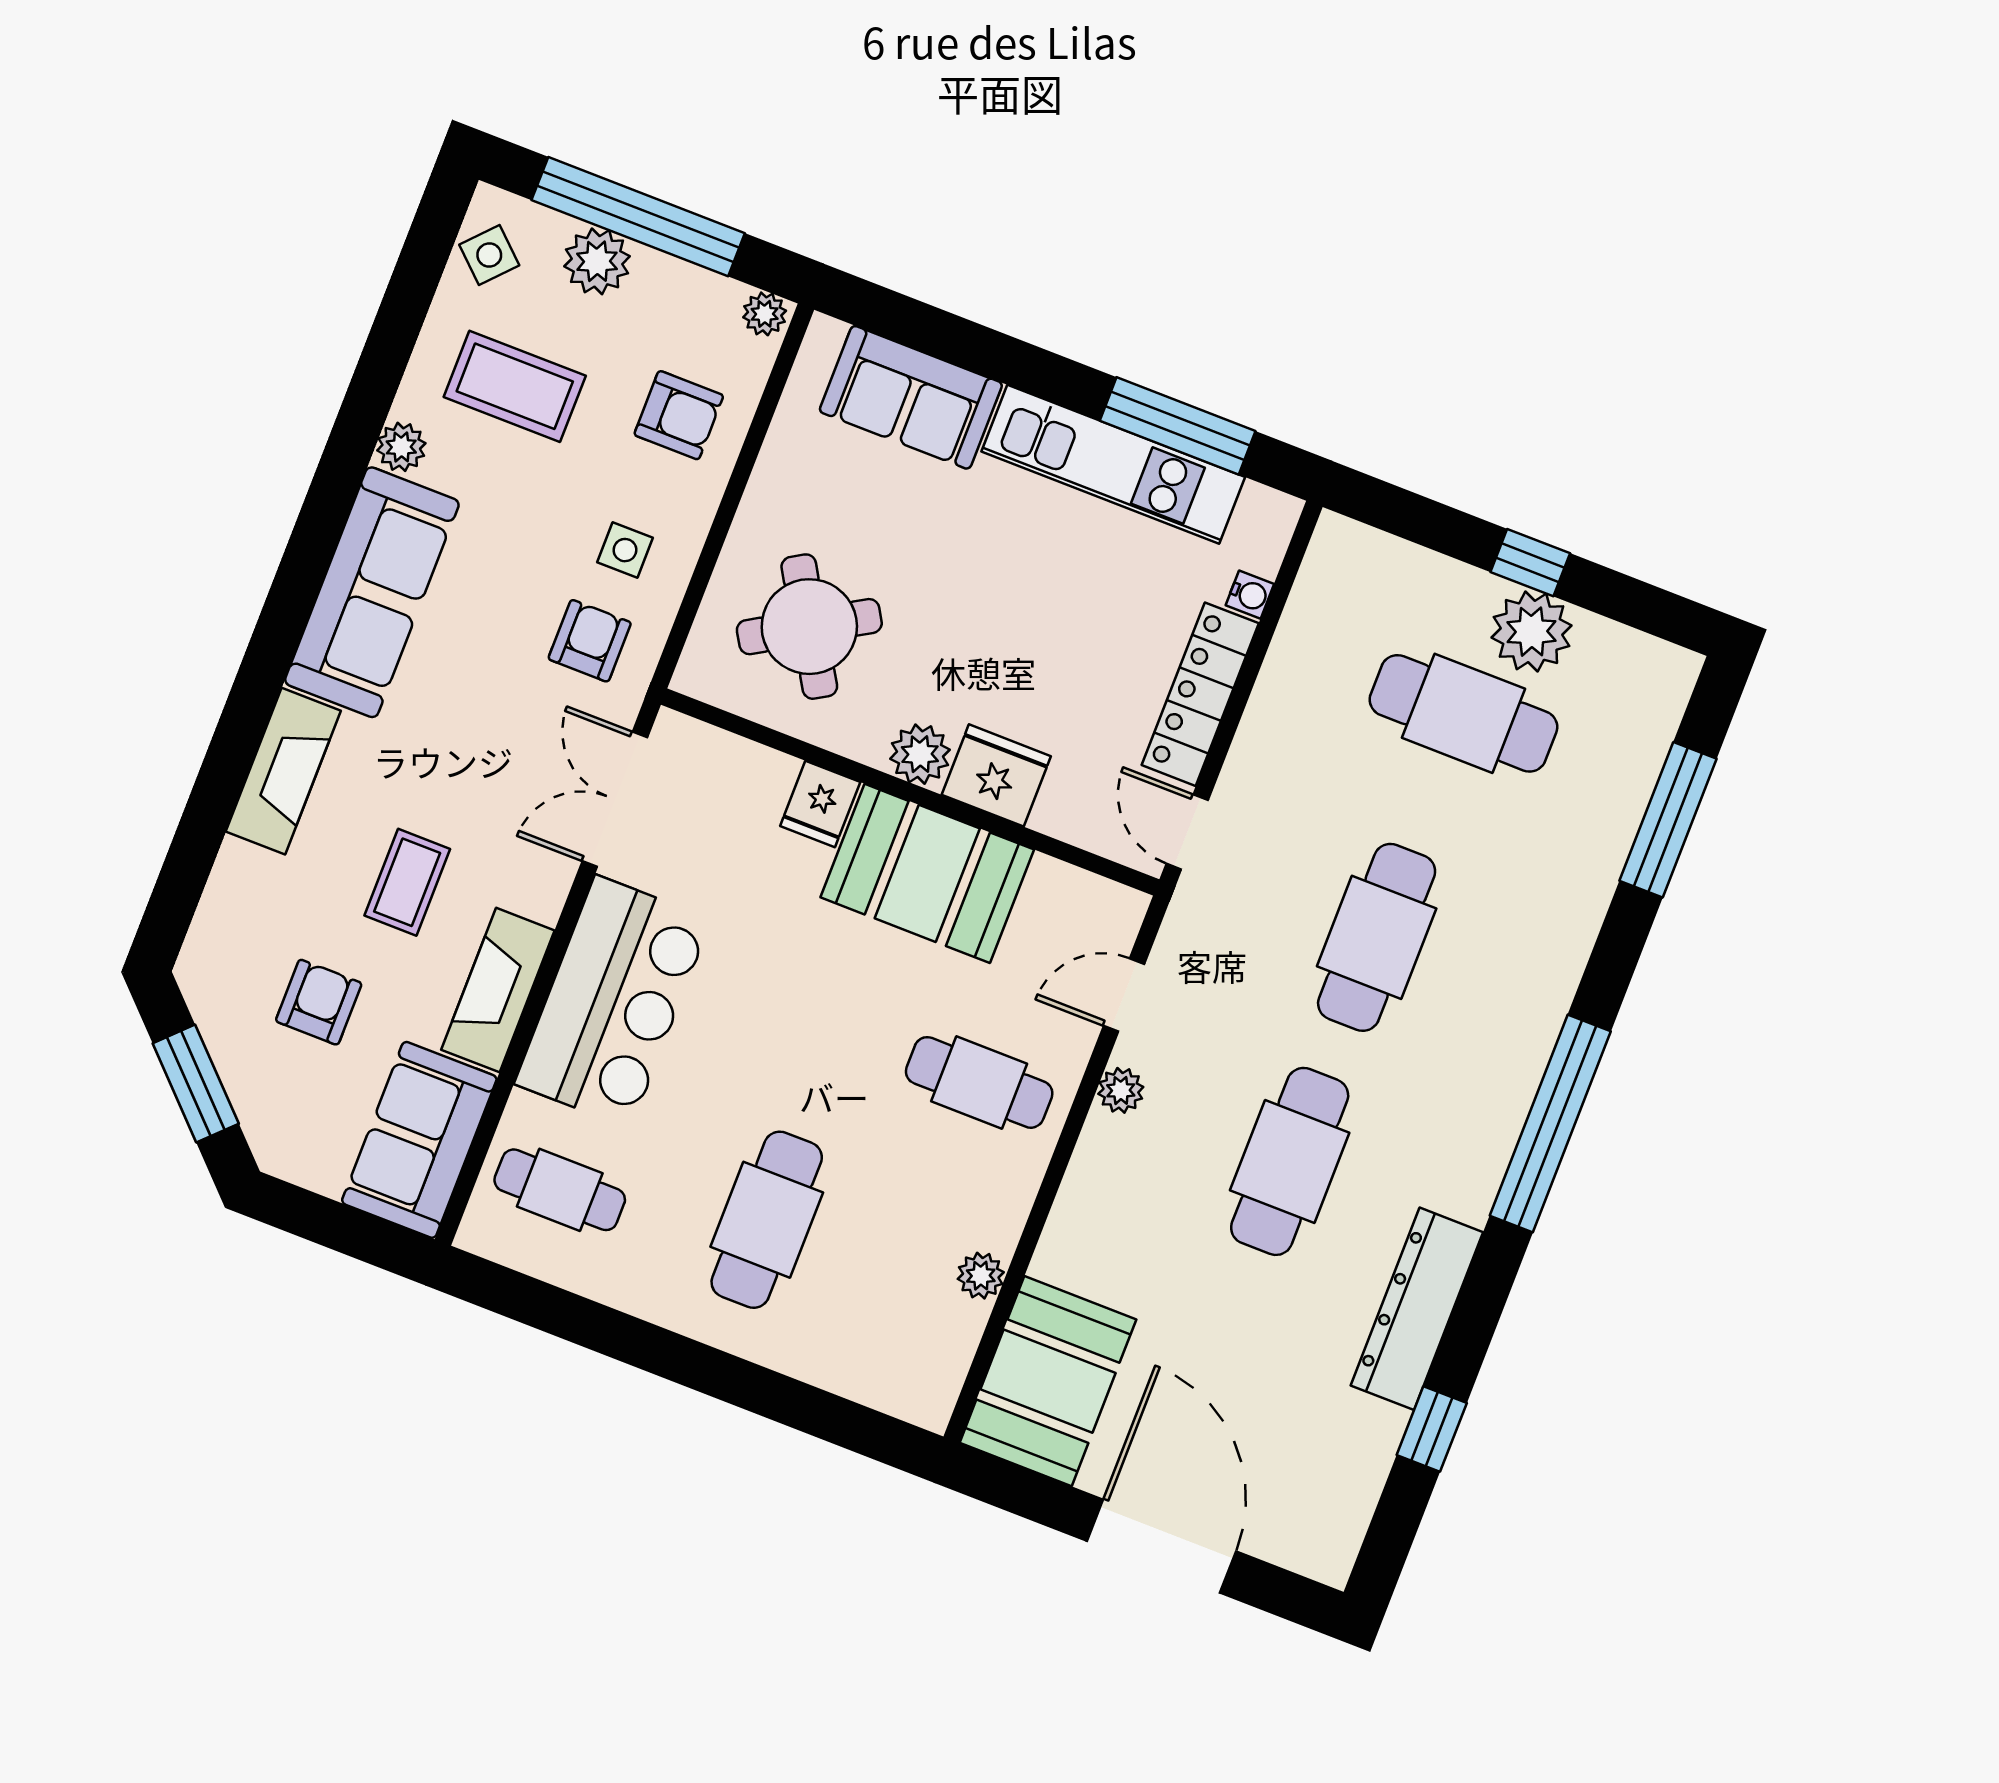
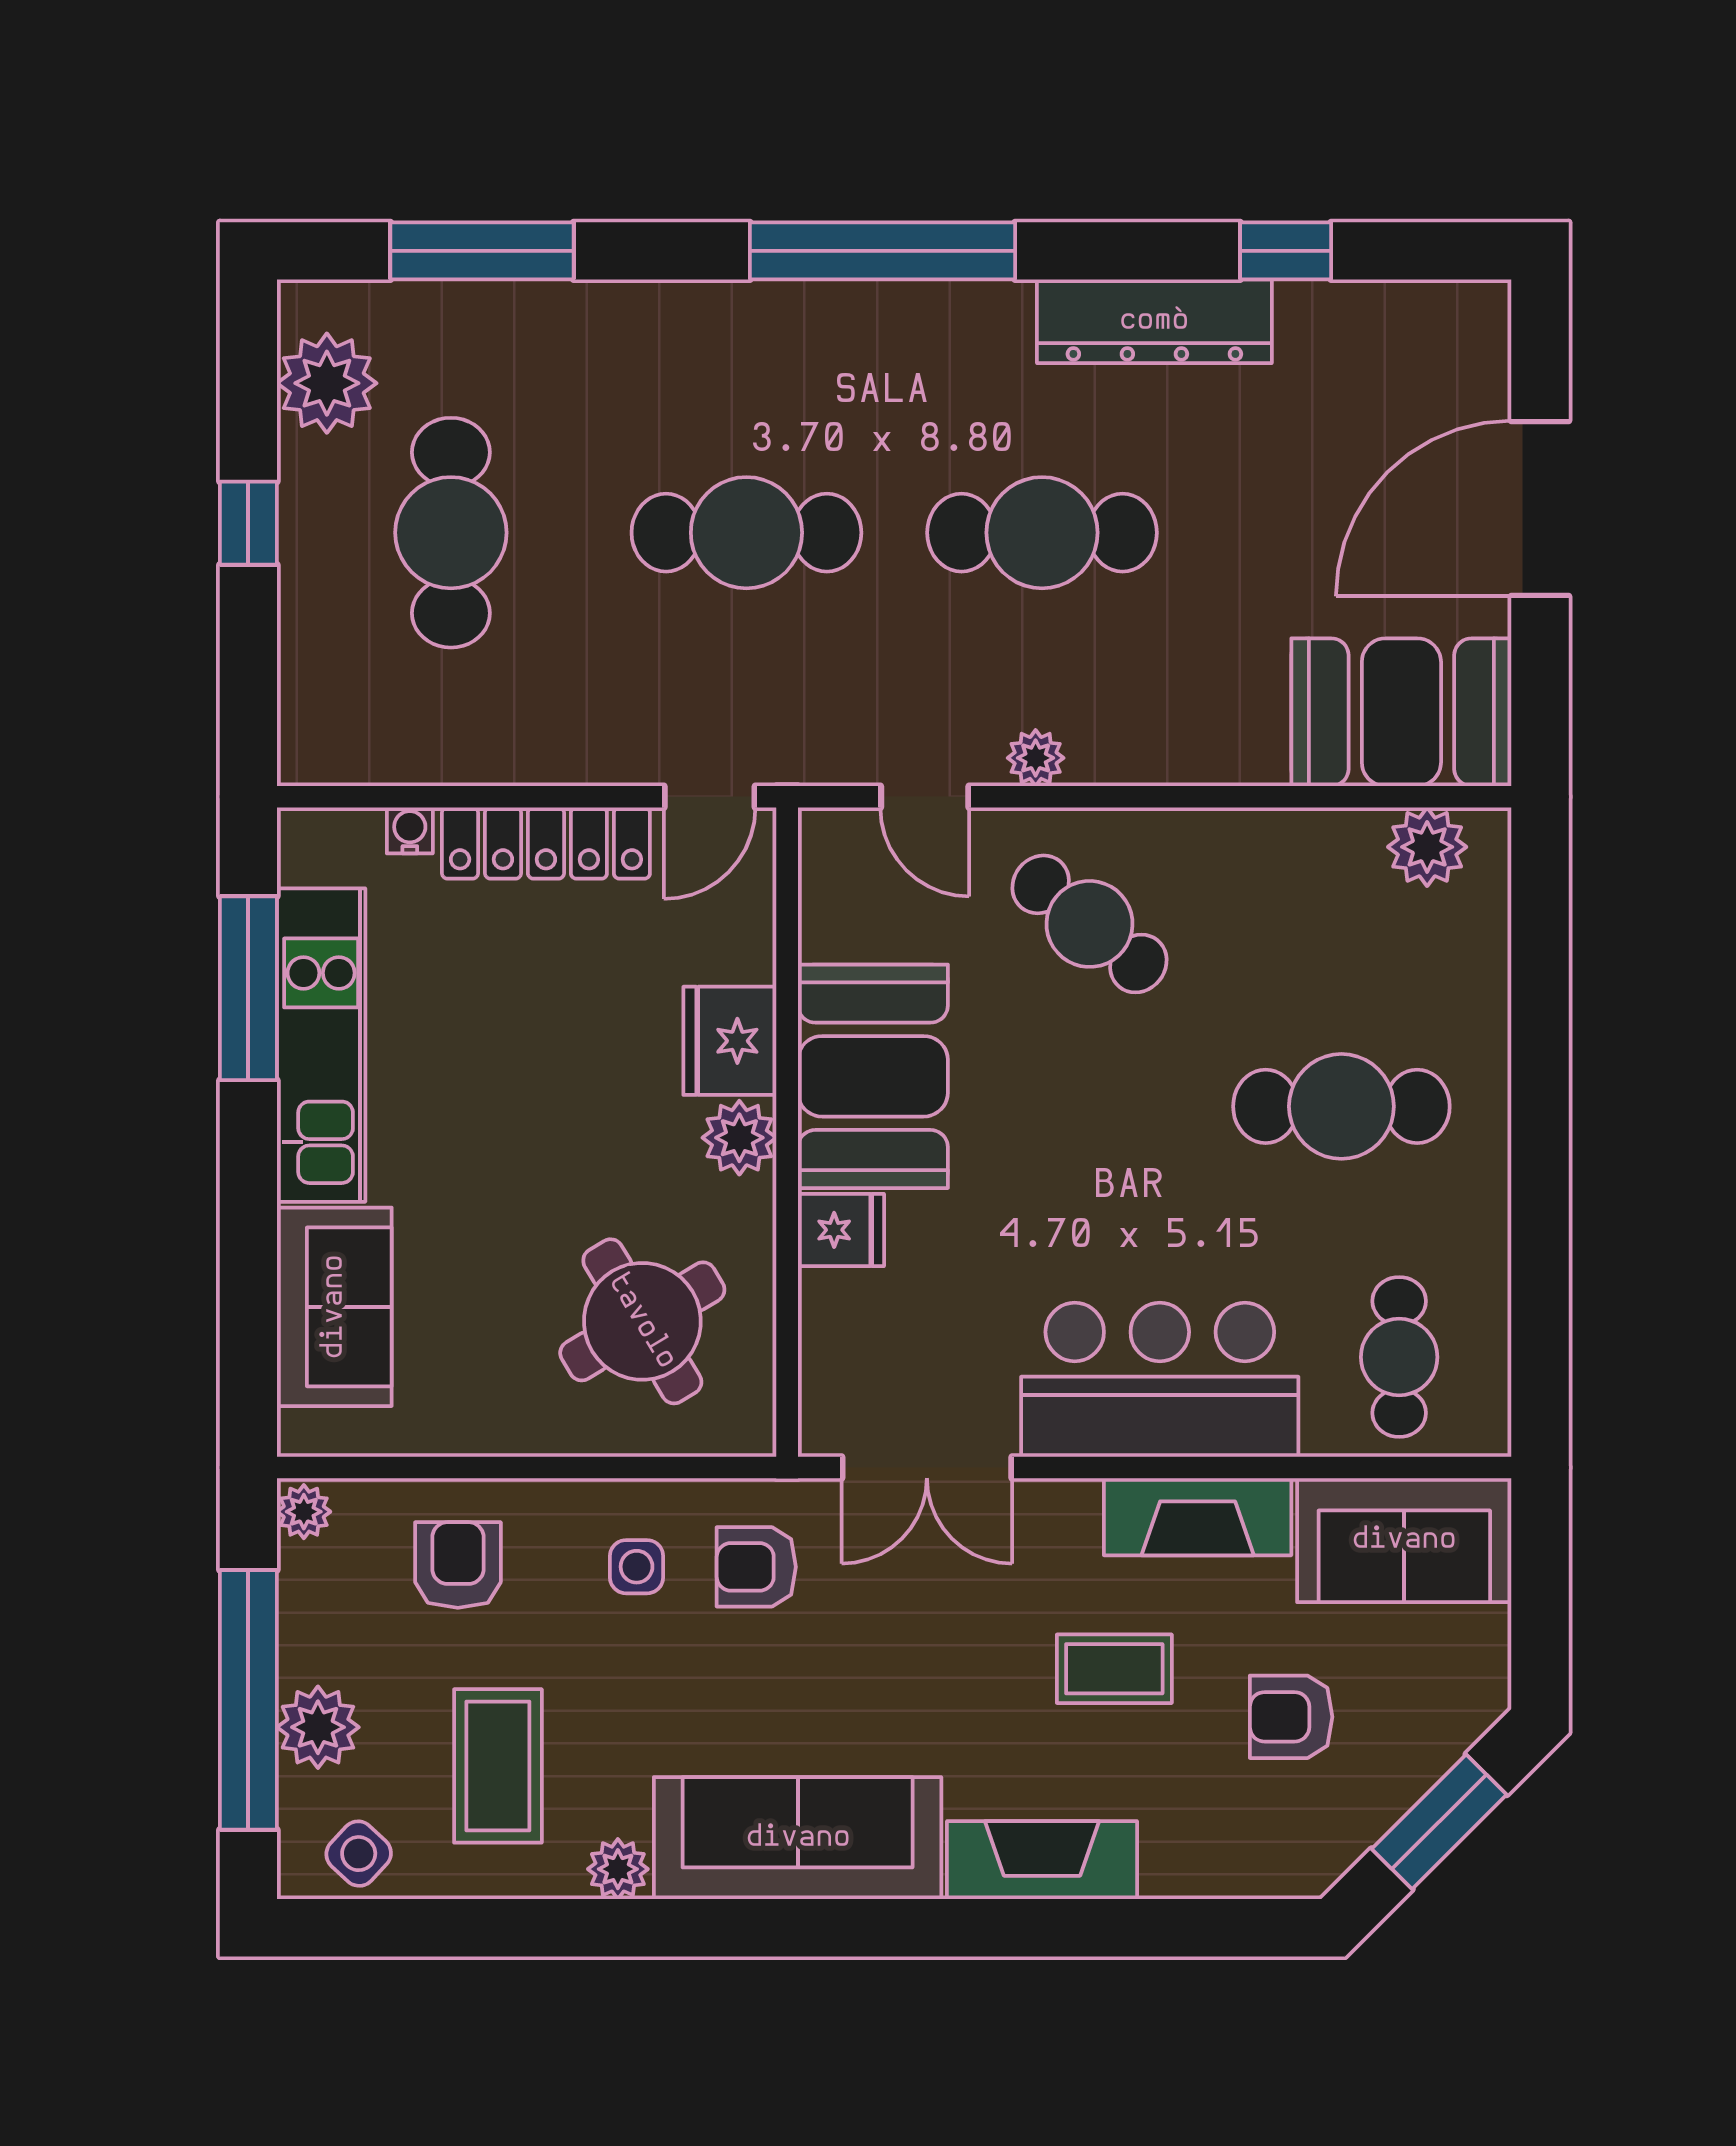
plant: (1531, 632) -> (327, 383), moved
cafe table: (979, 1082) -> (1089, 924), turned -51
plant: (981, 1276) -> (1427, 847), moved, width x1.38, depth x1.38

